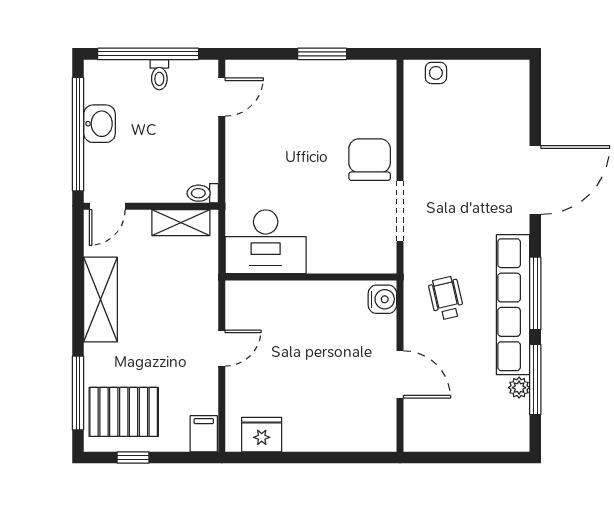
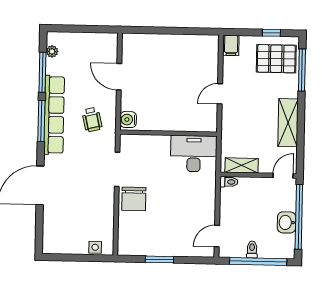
plant: (519, 388) -> (52, 51), moved
fridge: (262, 435) -> (198, 44), removed

